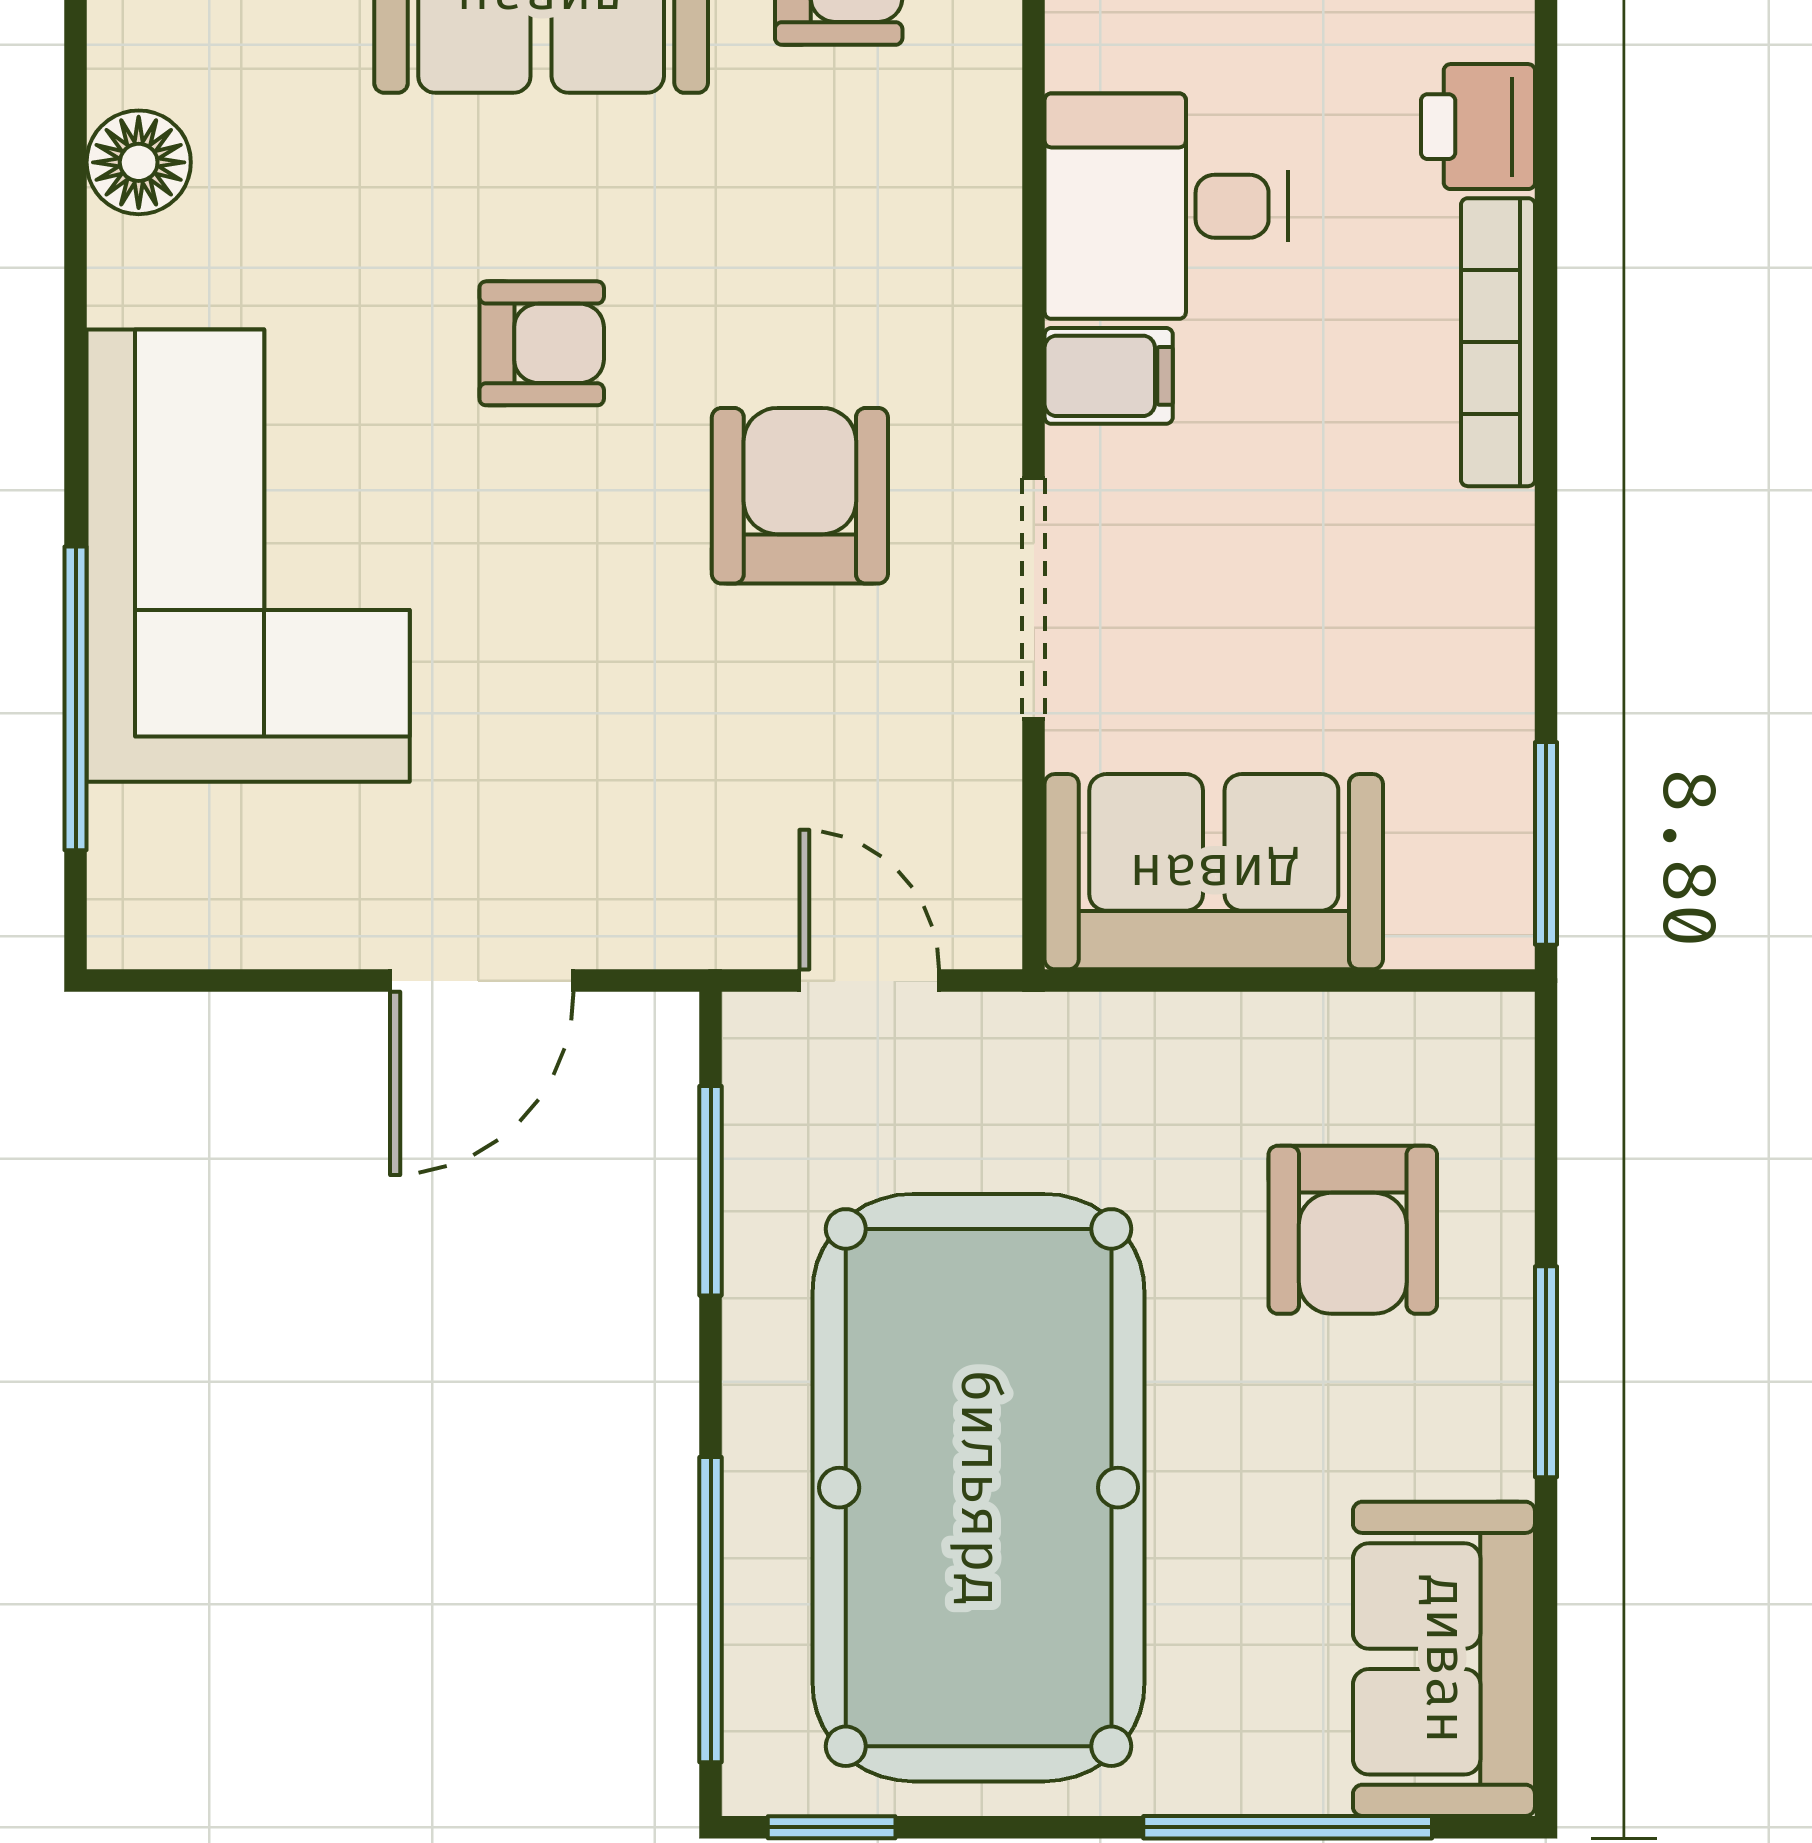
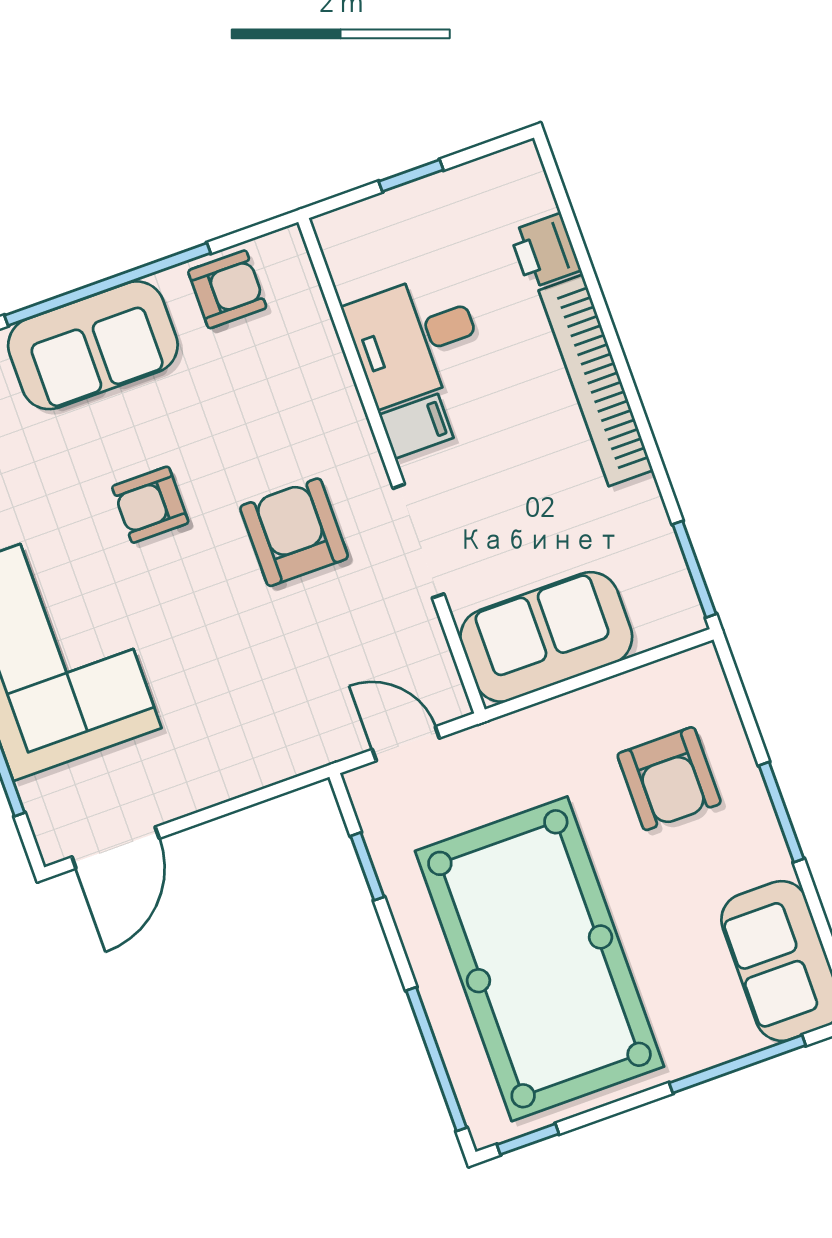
bookcase: (1498, 342) -> (596, 380), width x1.48, depth x1.31
armchair: (542, 343) -> (150, 505), turned 180
door: (482, 981) -> (116, 848), moved
window: (711, 1191) -> (367, 866), width x0.67

